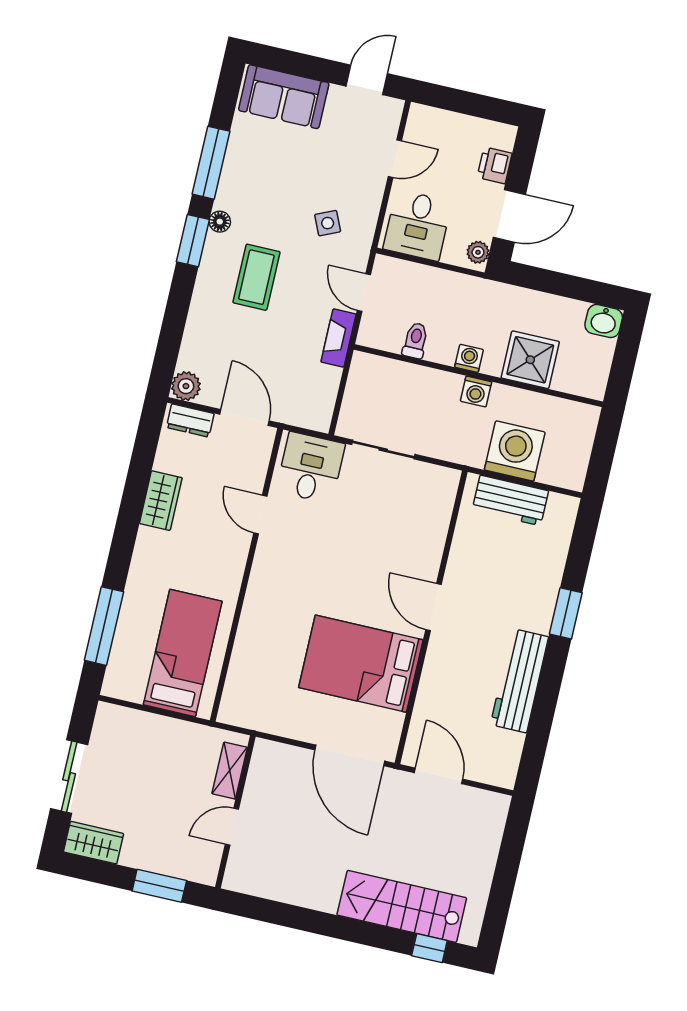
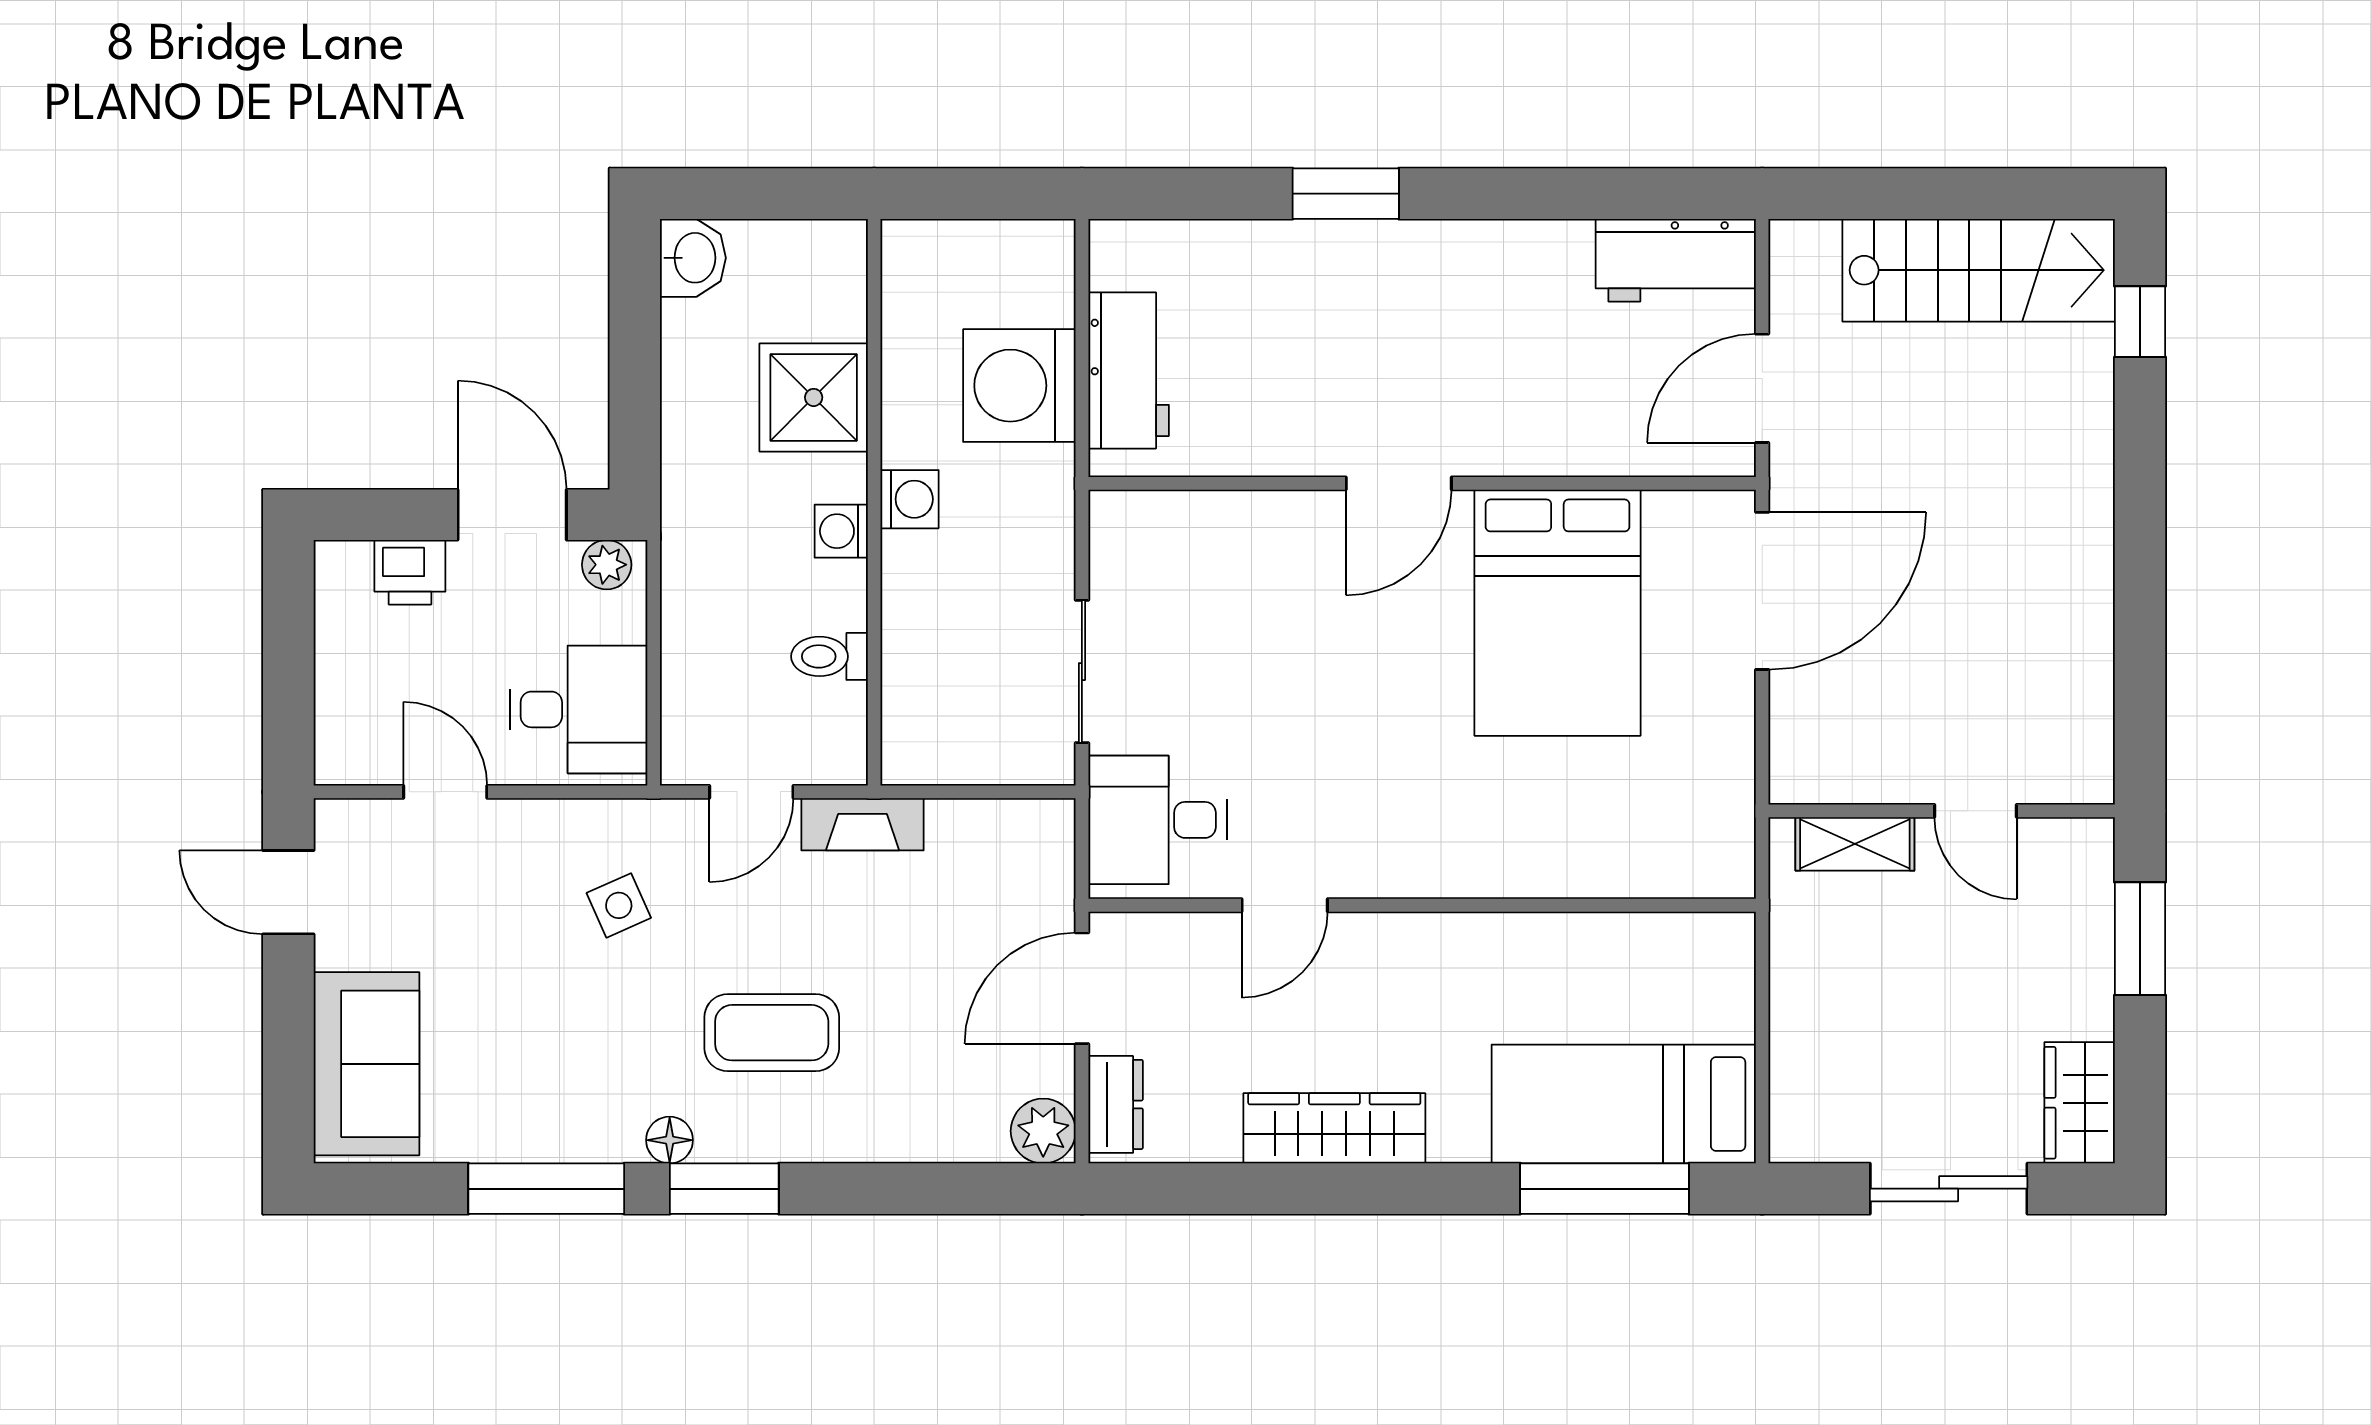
wardrobe: (161, 501) -> (1334, 1128), width x1.50
bed: (183, 653) -> (1624, 1104), moved
workbench: (520, 681) -> (1676, 260), moved, width x0.73
stairs: (402, 906) -> (1979, 270), moved, turned -90

